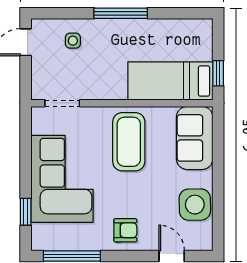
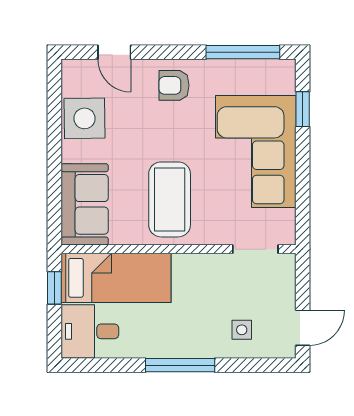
desk: (191, 39) -> (90, 331), added

